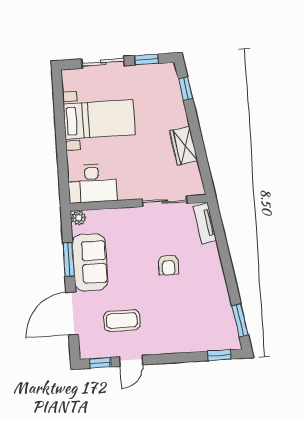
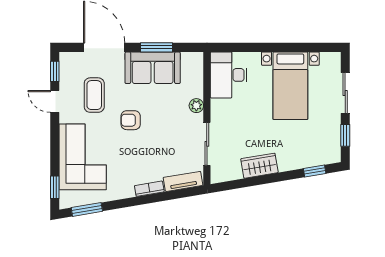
plant: (79, 218) -> (196, 106), moved
bookcase: (215, 258) -> (149, 189), added
armchair: (168, 265) -> (131, 120), moved
corner sofa: (186, 328) -> (83, 157), added

